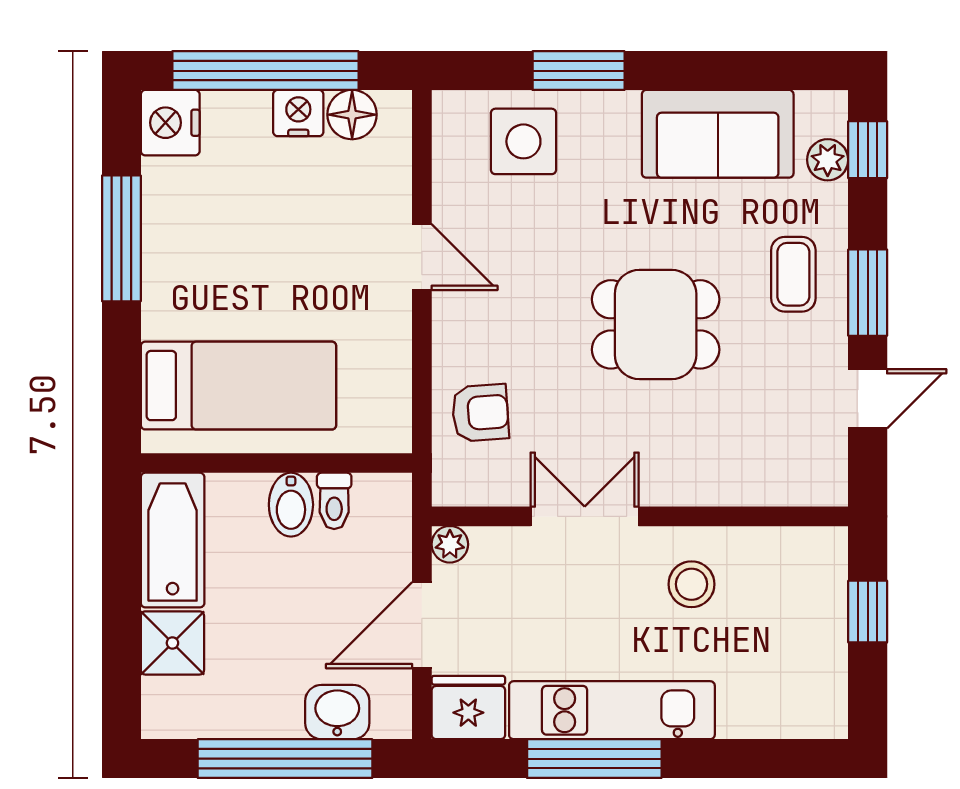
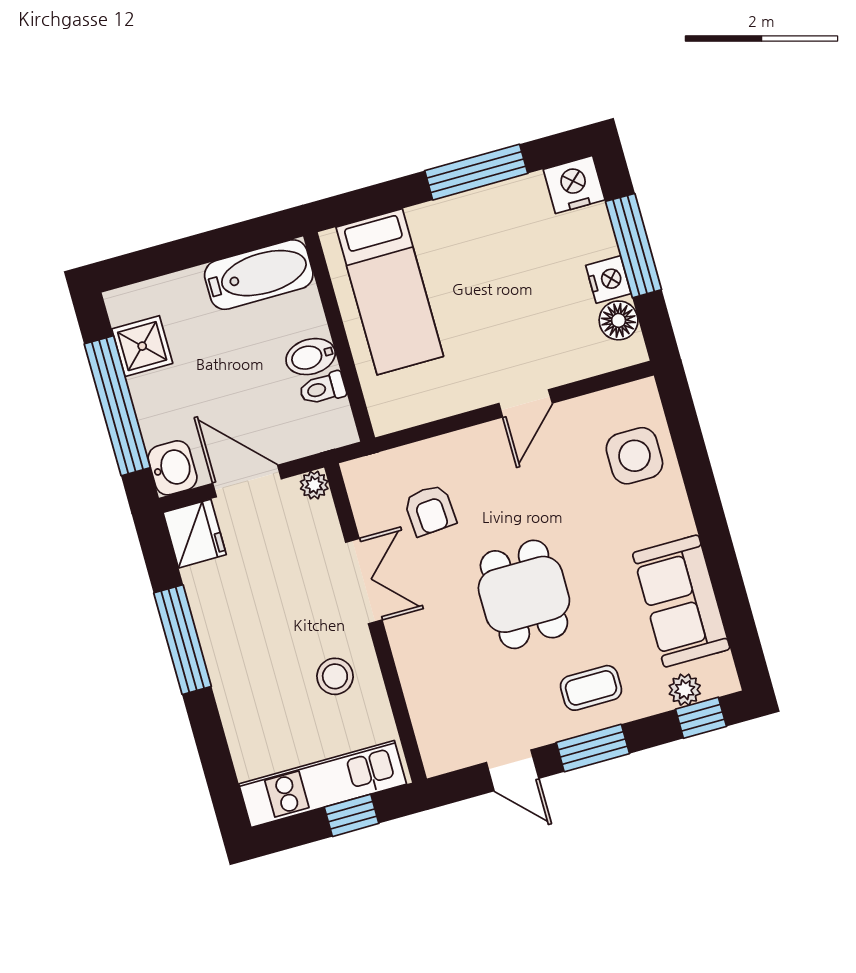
window: (265, 71) -> (634, 246), width x0.68
window: (579, 71) -> (700, 482), removed
armchair: (480, 413) -> (430, 510), moved
shower: (172, 643) -> (142, 346), moved
kitchen unit: (612, 710) -> (323, 784), moved, turned -90
washbasin: (337, 712) -> (173, 468), moved

